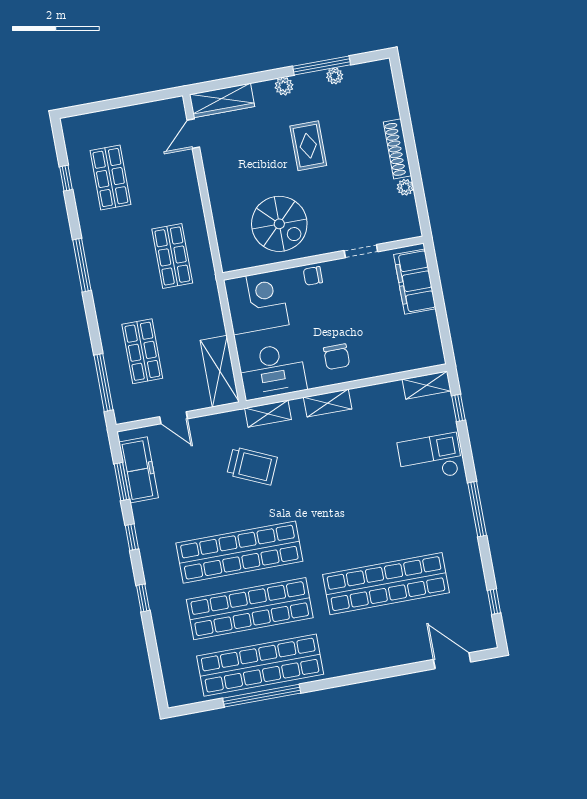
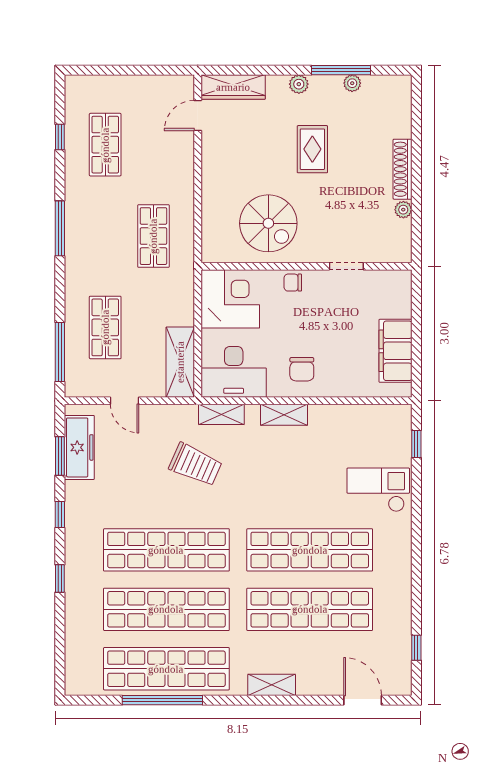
filing cabinet: (415, 282) -> (395, 351), moved
shelving: (427, 385) -> (272, 685), moved
window: (477, 509) -> (416, 551), removed
shop shelf: (376, 527) -> (310, 550), added

